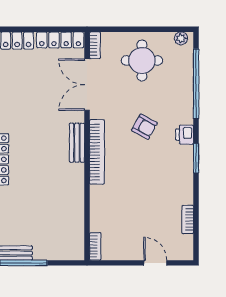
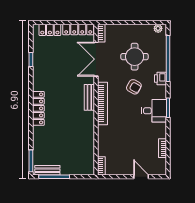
round table: (142, 61) -> (135, 57), moved
printer: (185, 135) -> (161, 79), moved
desk: (175, 163) -> (154, 111), added

